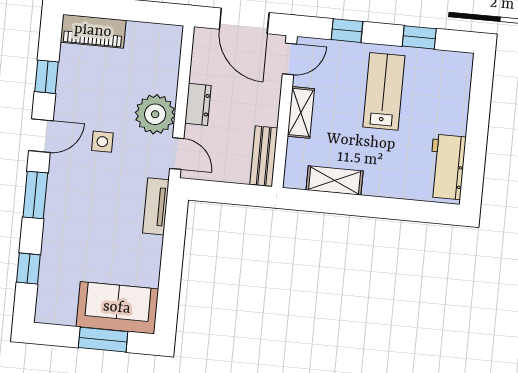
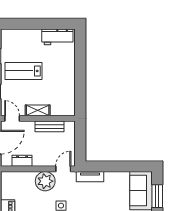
dresser: (198, 104) -> (22, 161), moved
bench: (264, 156) -> (49, 126), moved
shelving: (335, 180) -> (69, 91), removed

